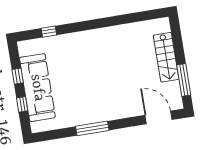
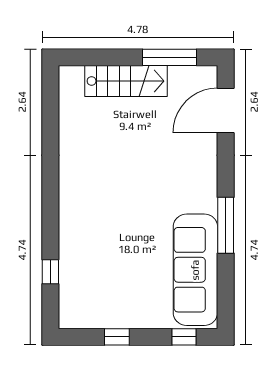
sofa: (37, 88) -> (195, 270), moved, turned -90
window: (22, 104) -> (184, 337), moved

